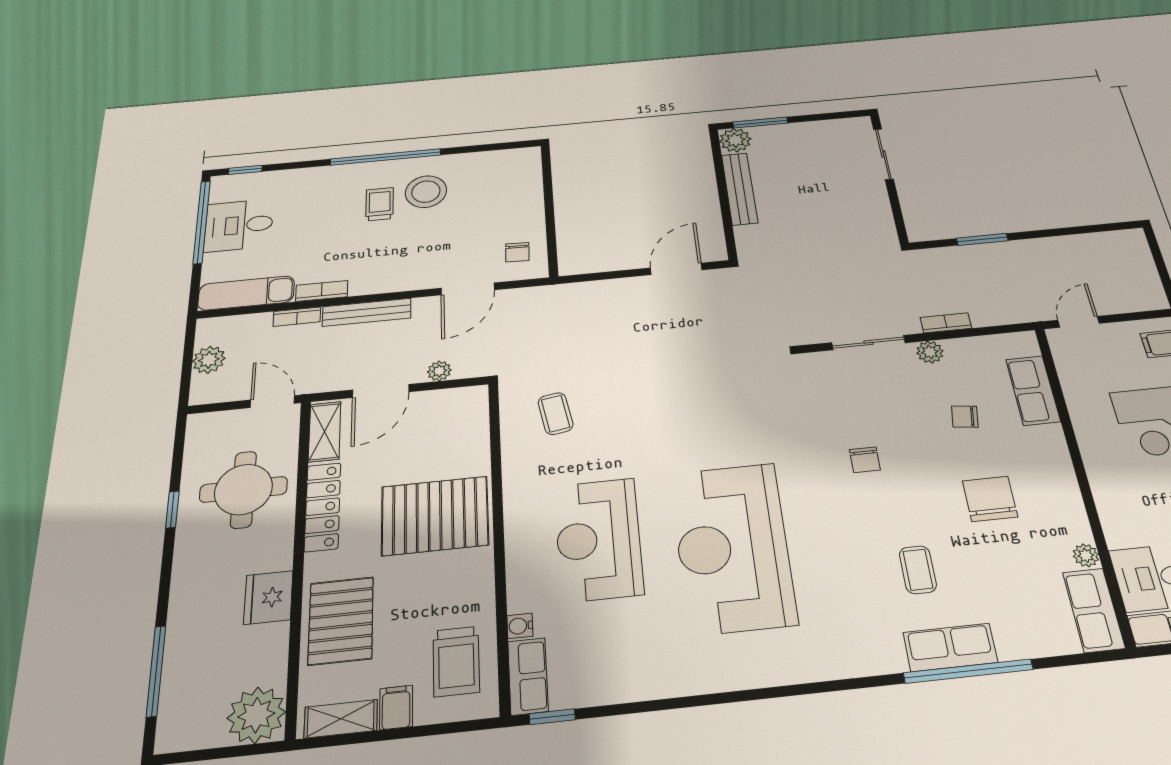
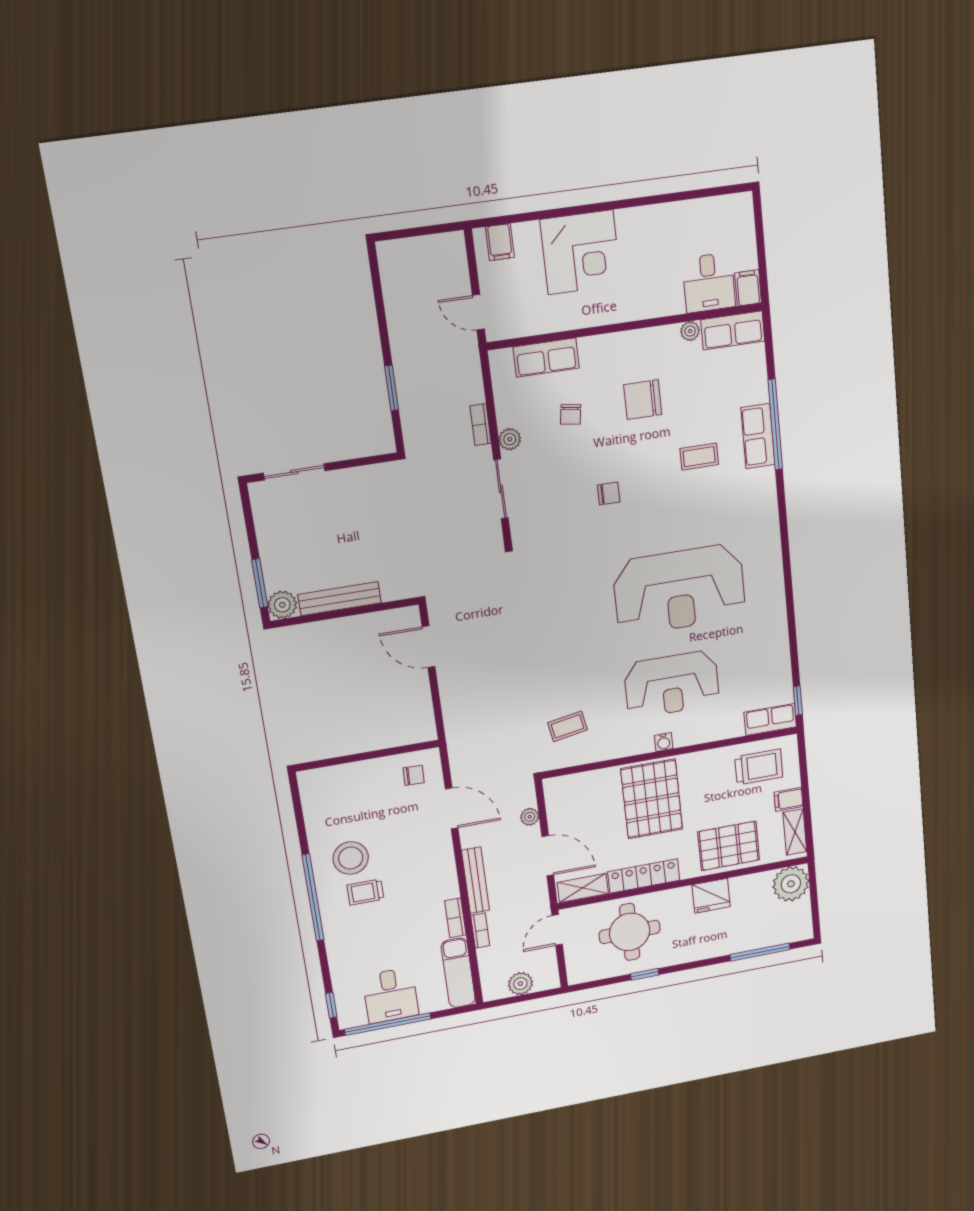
water cooler: (520, 626) -> (664, 742), moved

